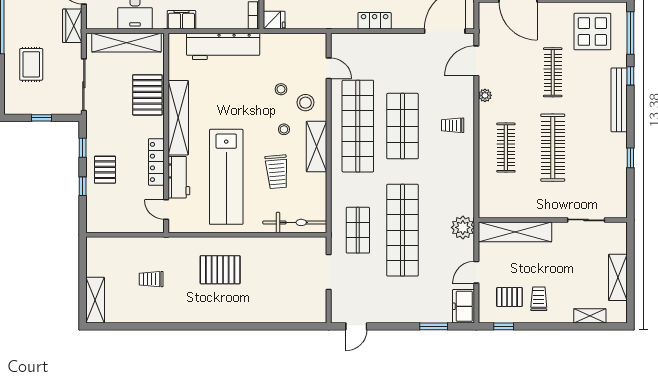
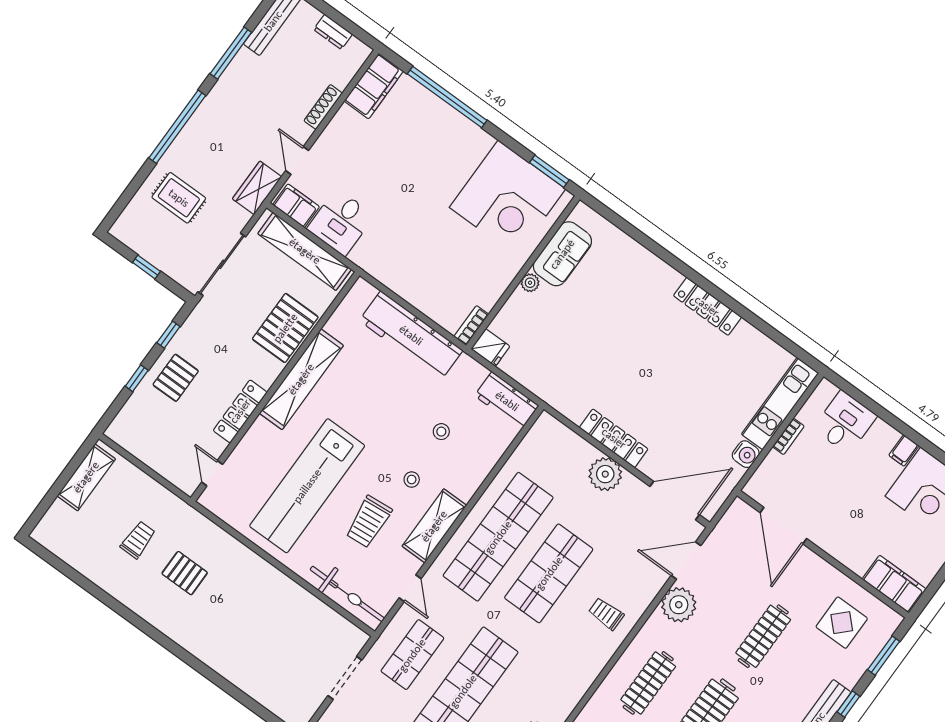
filing cabinet: (181, 20) -> (296, 206), moved
locker: (375, 21) -> (614, 438), width x1.53
display table: (592, 32) -> (842, 623), width x0.73, depth x0.73
window: (630, 33) -> (884, 656), width x0.69
plant: (393, 45) -> (605, 474), added
rug: (31, 64) -> (179, 198), turned 90
door: (329, 68) -> (410, 588), moved
plant: (485, 95) -> (679, 605), width x1.88, depth x1.88
stool: (305, 103) -> (458, 467), removed
workbench: (179, 177) -> (507, 401), moved, turned 90
pallet: (220, 270) -> (185, 573), moved, width x0.67, depth x0.71
trolley: (151, 279) -> (138, 540), turned 90
shelving: (95, 300) -> (86, 477), moved

